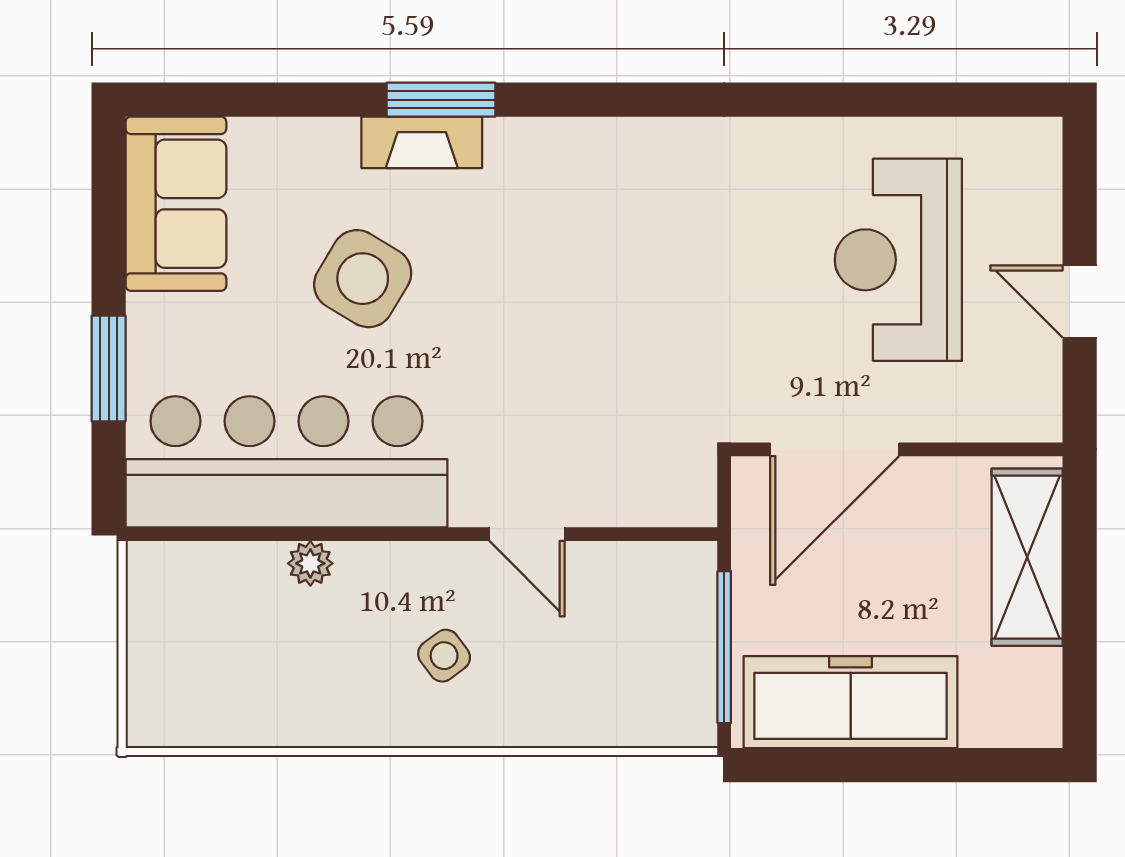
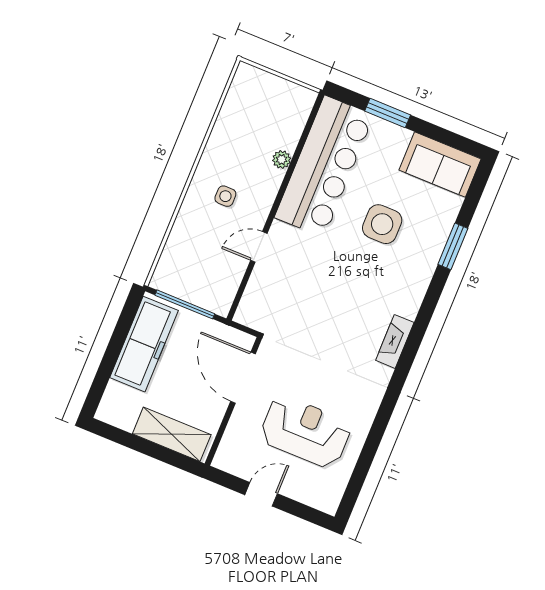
window: (441, 100) -> (453, 246), moved
fireplace: (422, 142) -> (395, 341), moved
side table: (363, 279) -> (382, 224), turned -31
side table: (444, 656) -> (225, 196), turned 37

